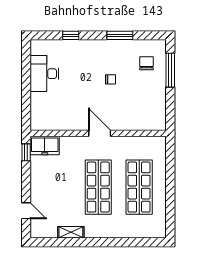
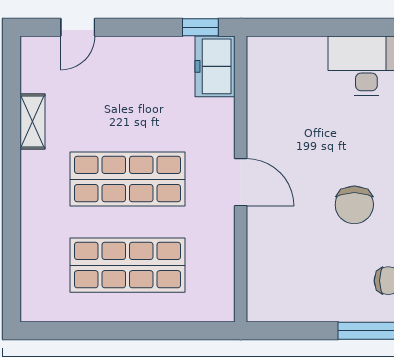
chair: (110, 79) -> (354, 205), width x1.87, depth x1.87
door: (100, 133) -> (241, 182), hinge flipped

